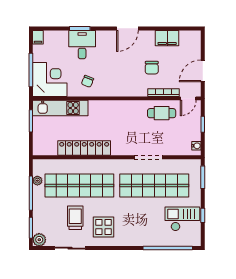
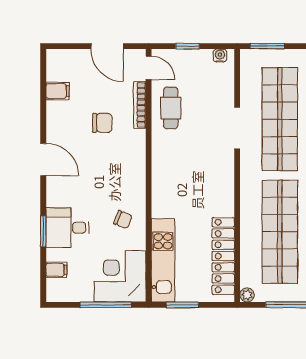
filing cabinet: (38, 37) -> (56, 270), moved
filing cabinet: (167, 38) -> (58, 91), width x0.50
locker: (84, 148) -> (223, 256), moved
plant: (37, 181) -> (247, 295), moved

